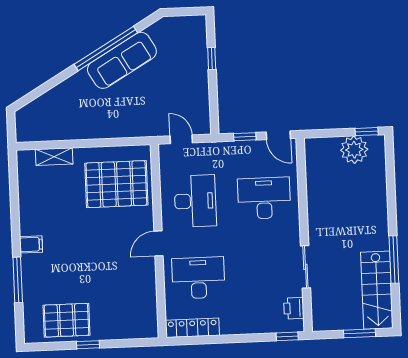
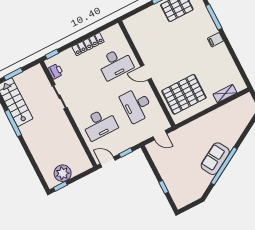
sofa: (122, 60) -> (215, 159), width x0.73
door: (158, 243) -> (146, 72), swing flipped
locker: (192, 328) -> (88, 44), moved

